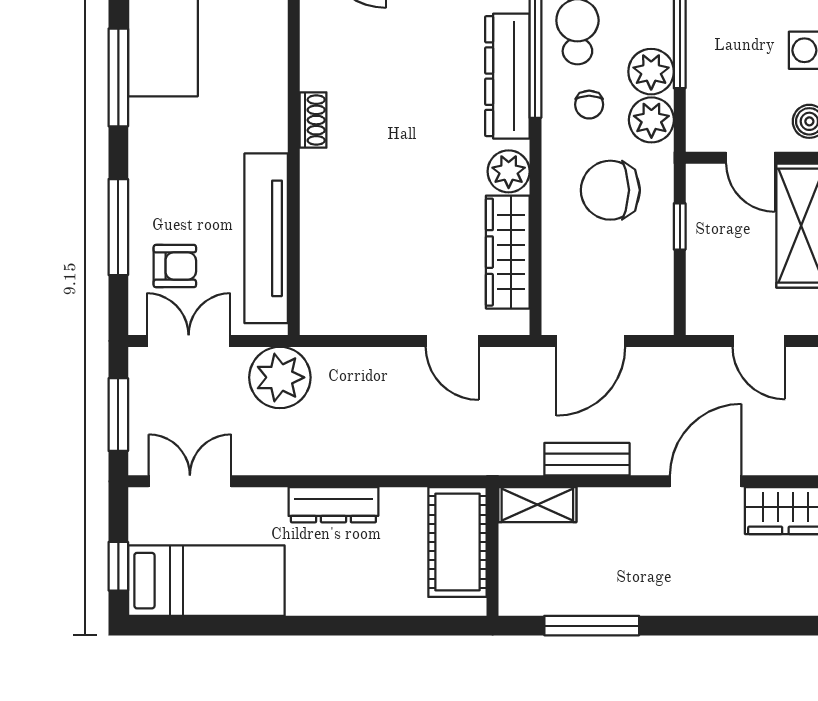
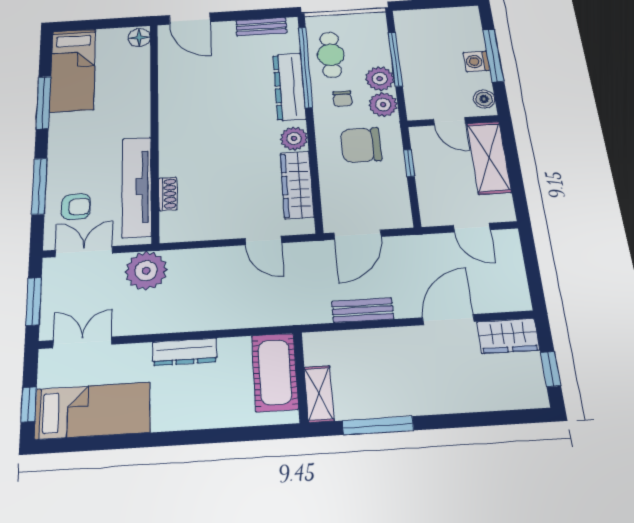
shoe rack: (313, 120) -> (168, 194), moved
shelving: (537, 505) -> (319, 394), moved, turned 90

